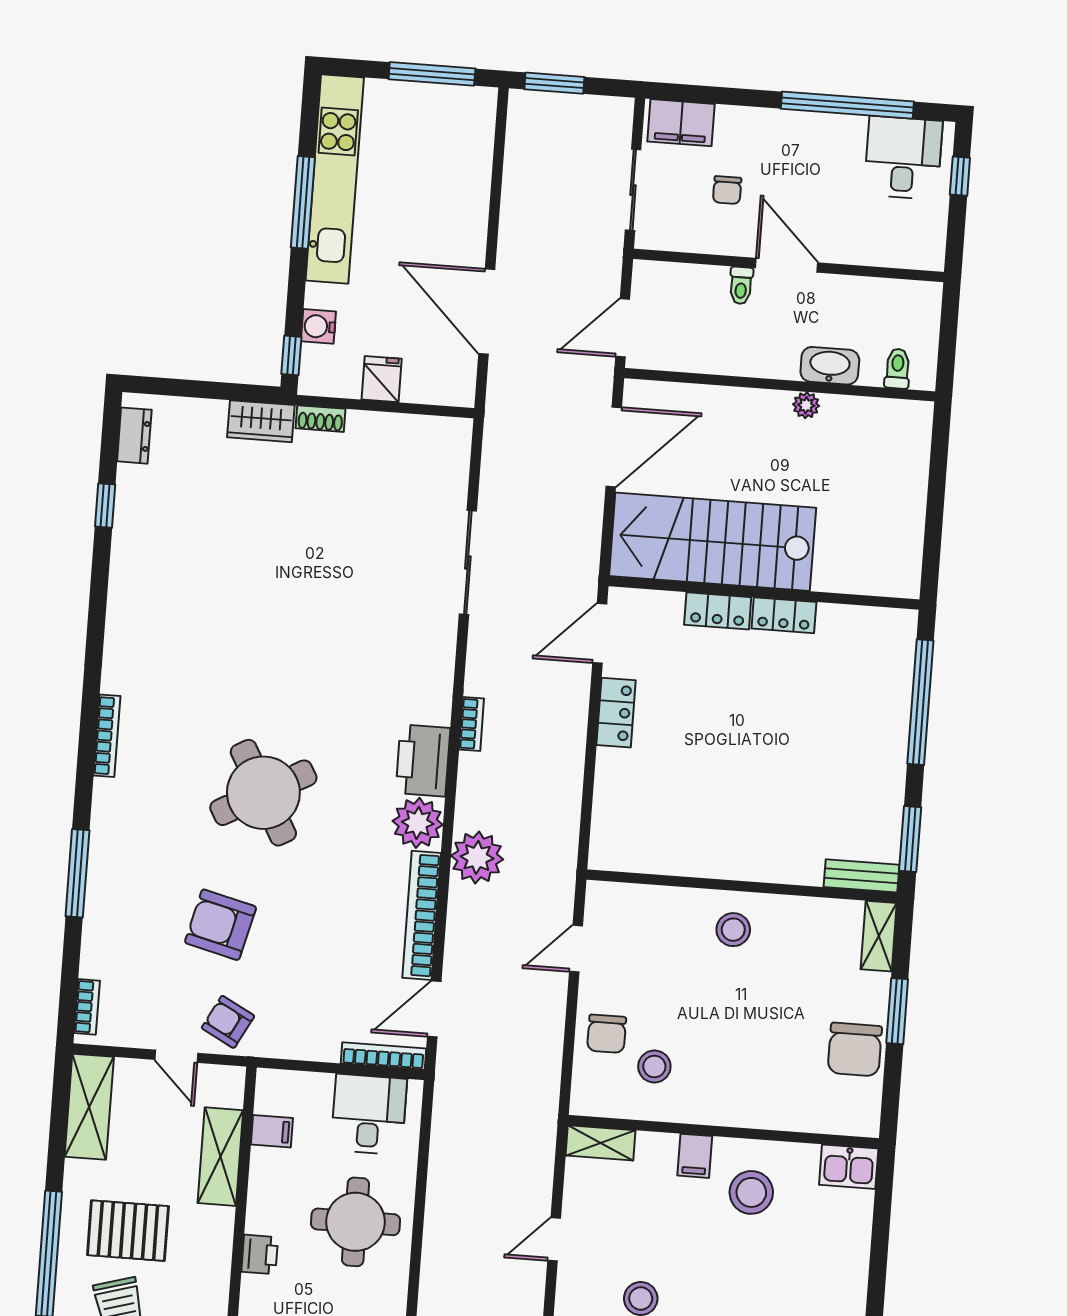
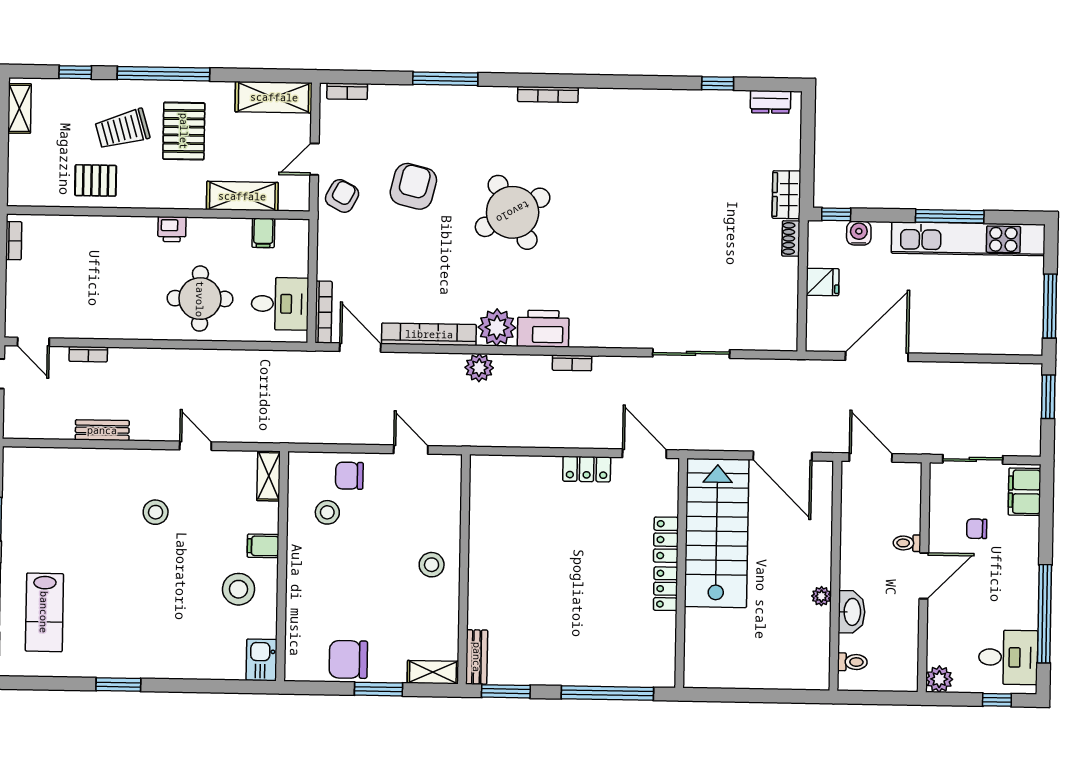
plant: (927, 252) -> (939, 679), added
plant: (477, 857) -> (479, 368), width x0.73, depth x0.73

